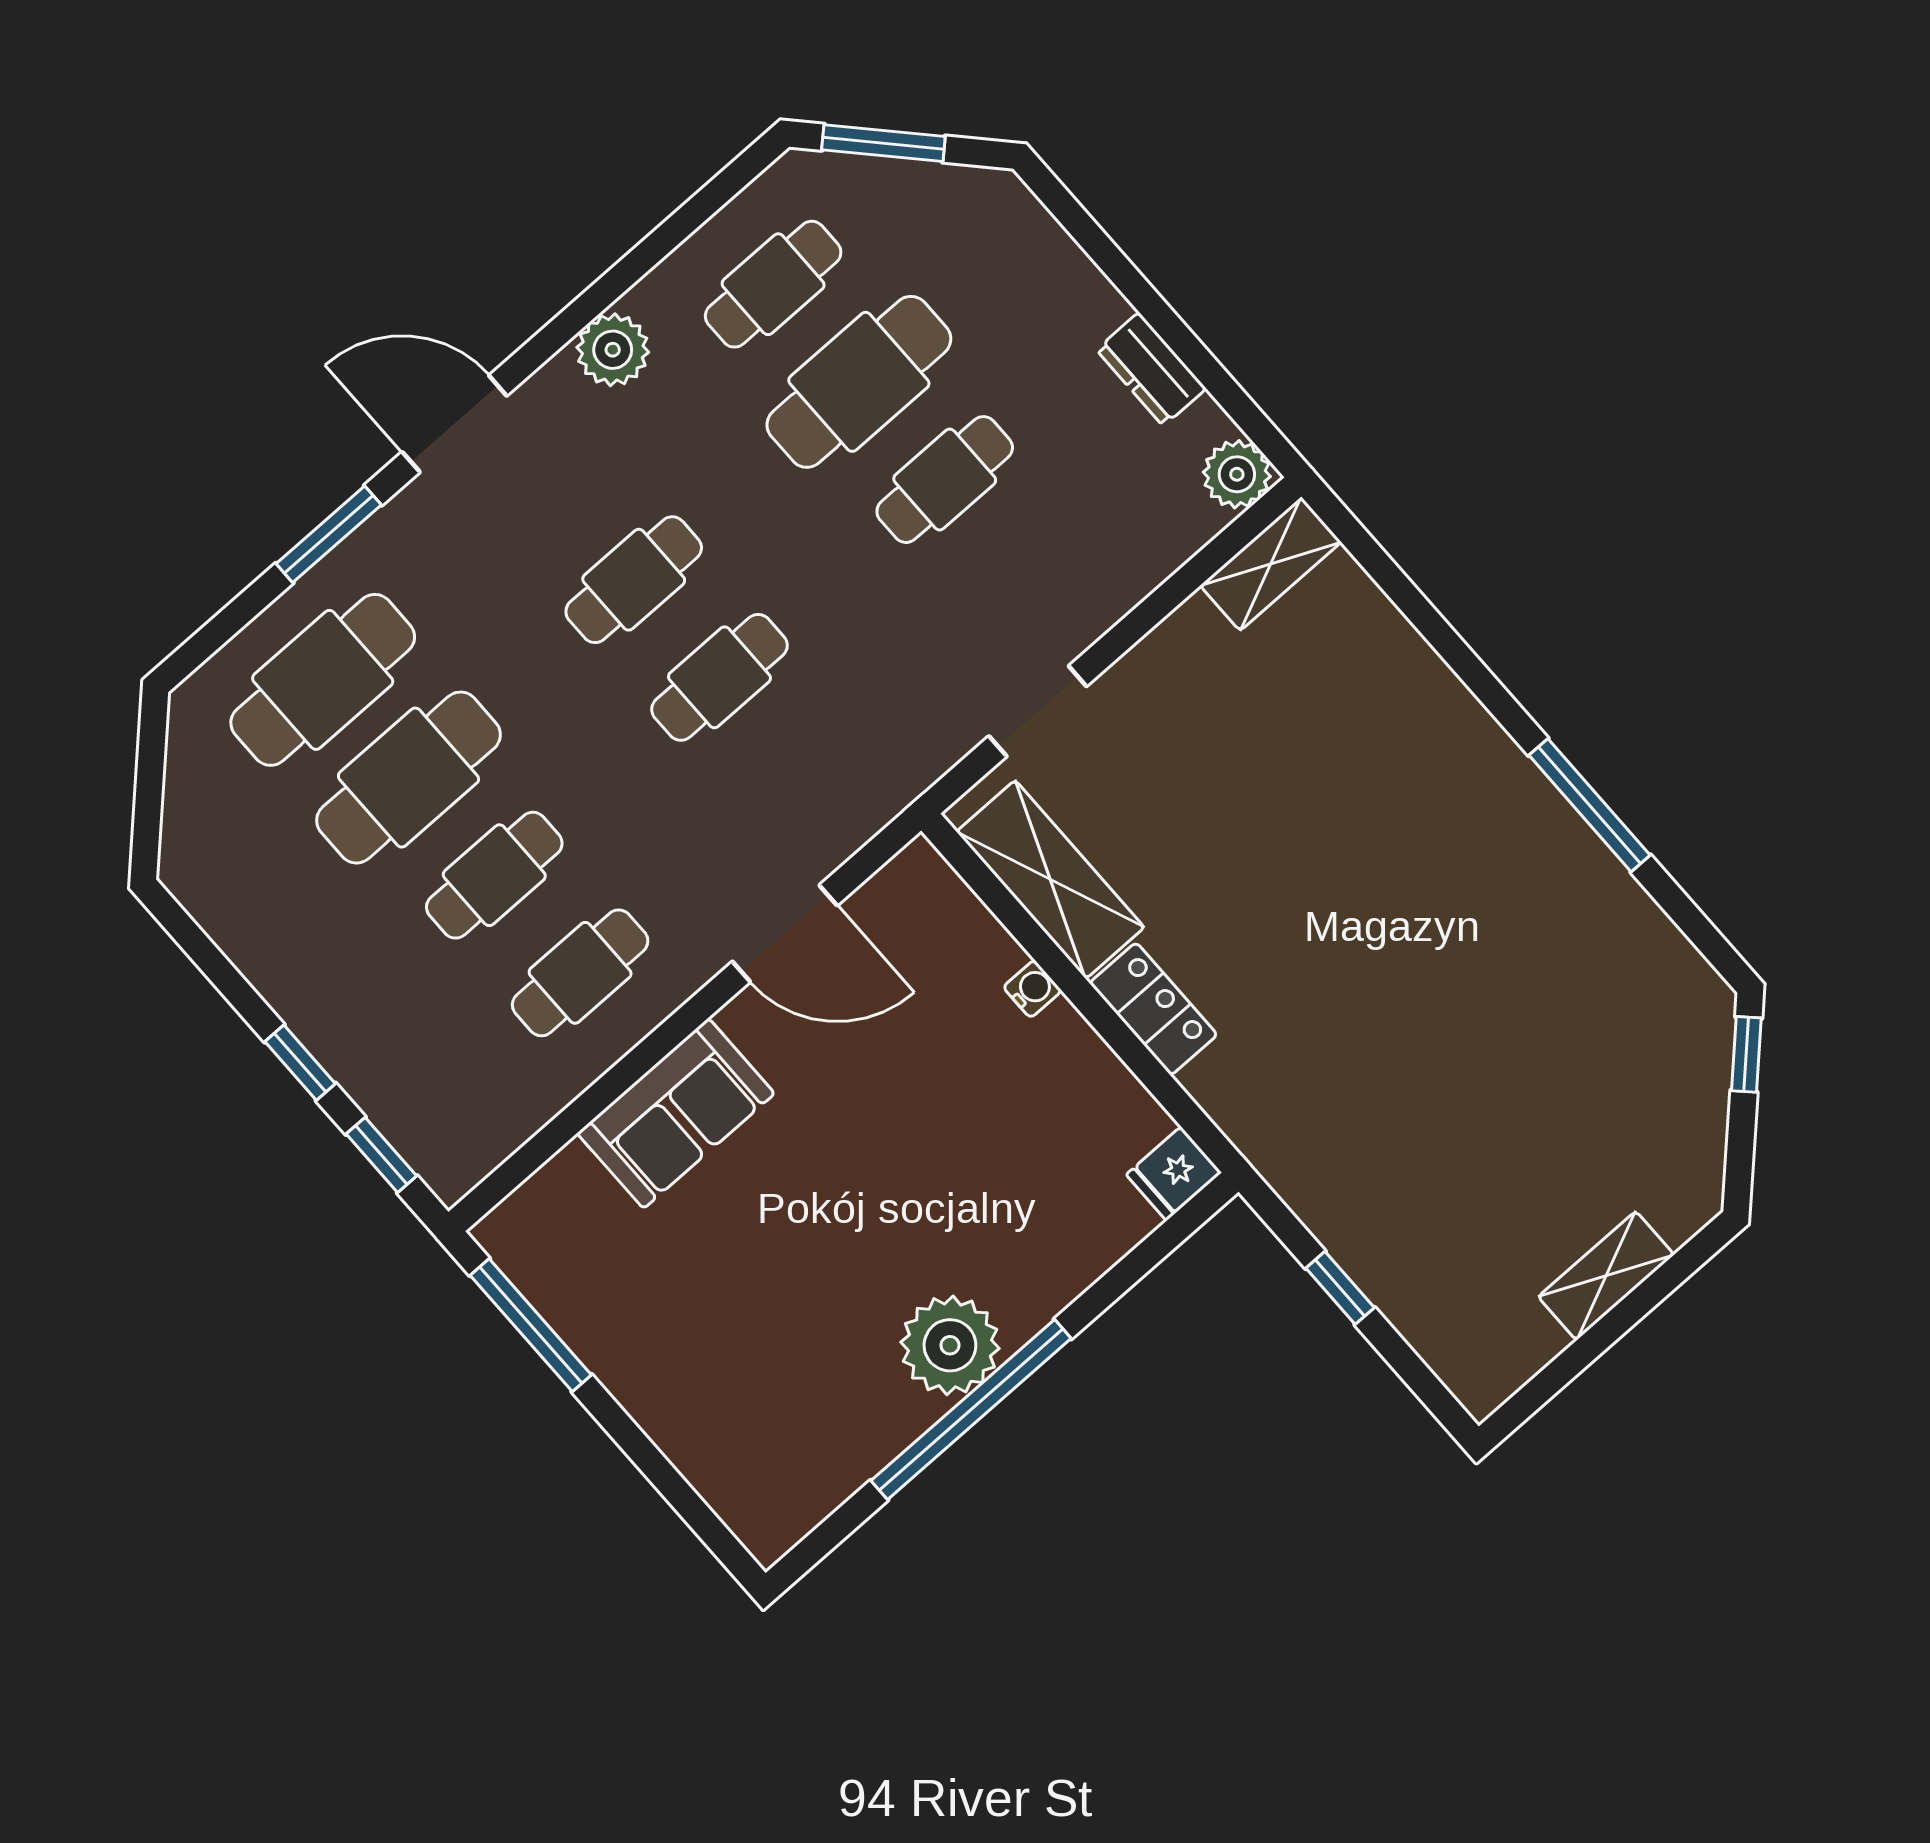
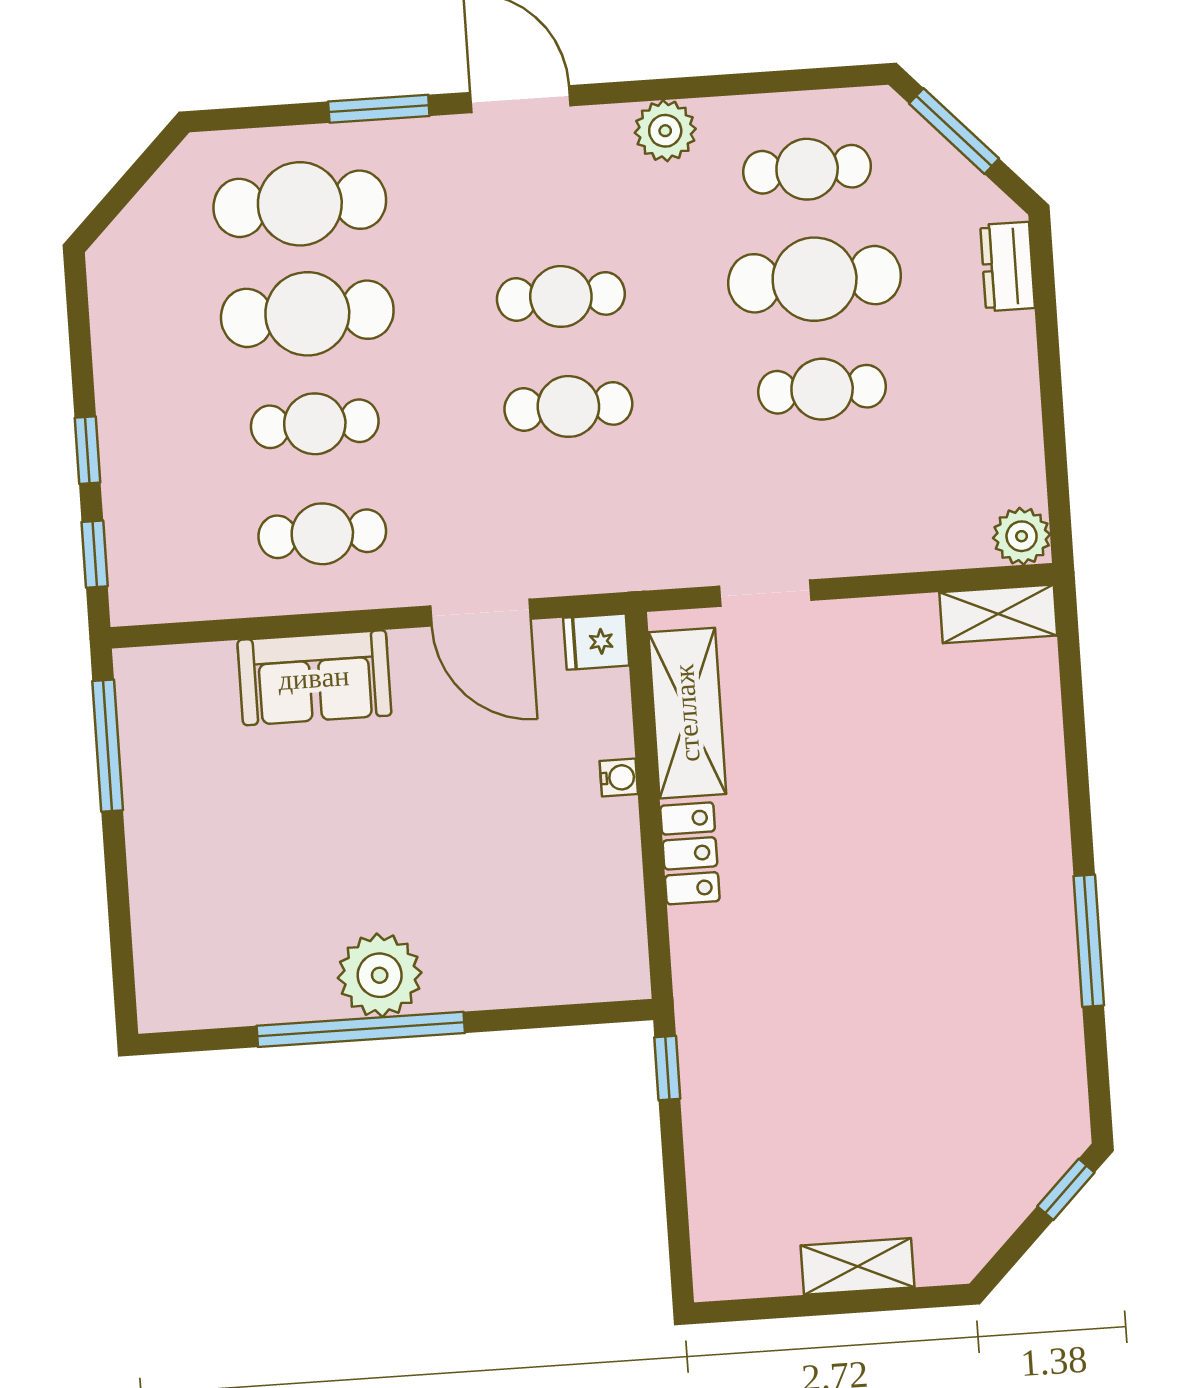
dresser: (1151, 369) -> (1008, 267), moved
fridge: (1174, 1174) -> (596, 642), moved
window: (1340, 1288) -> (667, 1068), moved

